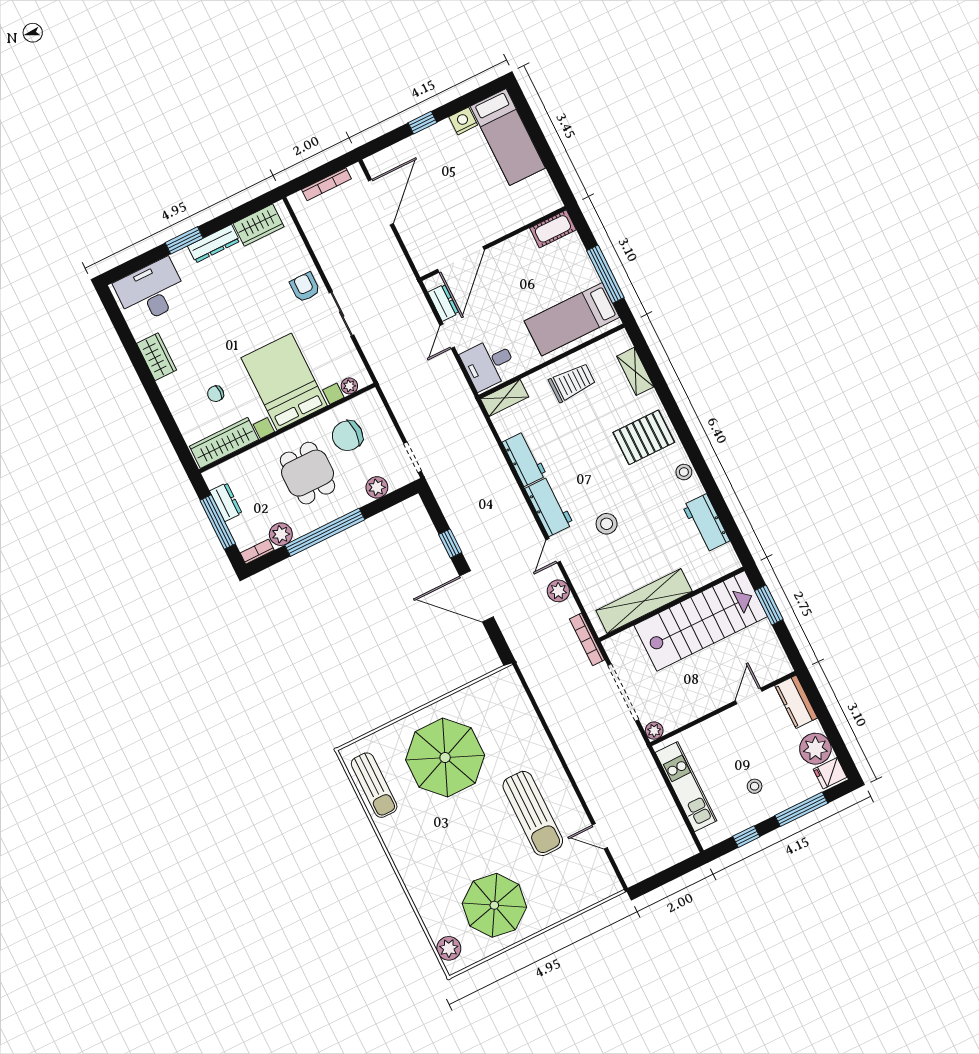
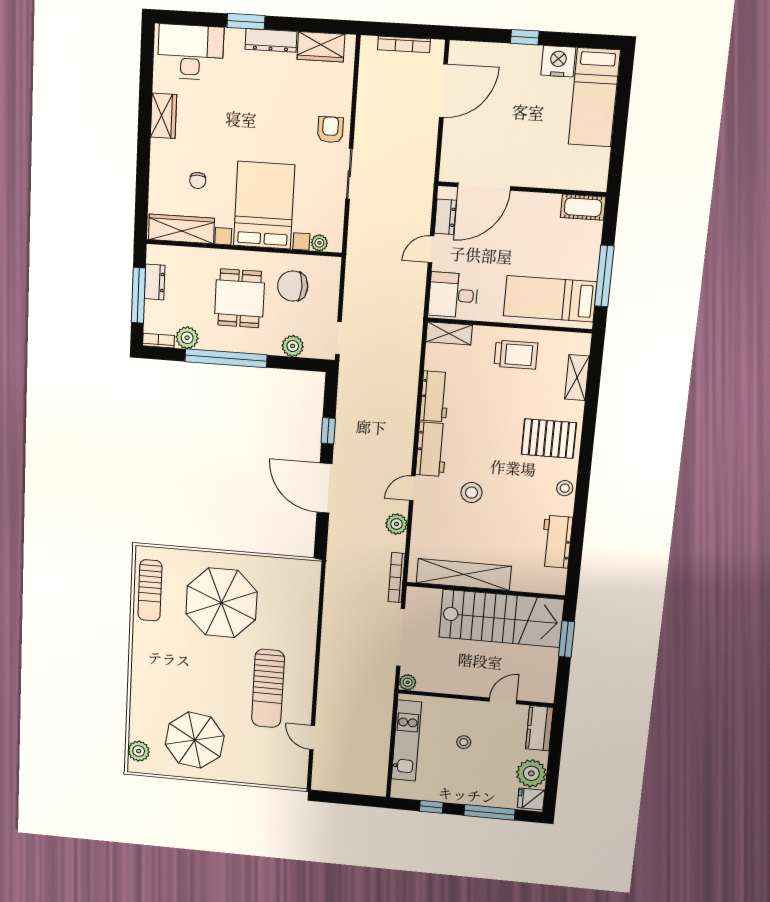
nightstand: (463, 121) -> (558, 61), width x1.36, depth x1.33
chair: (216, 394) -> (198, 180), turned -90
stool: (755, 786) -> (464, 742), moved

